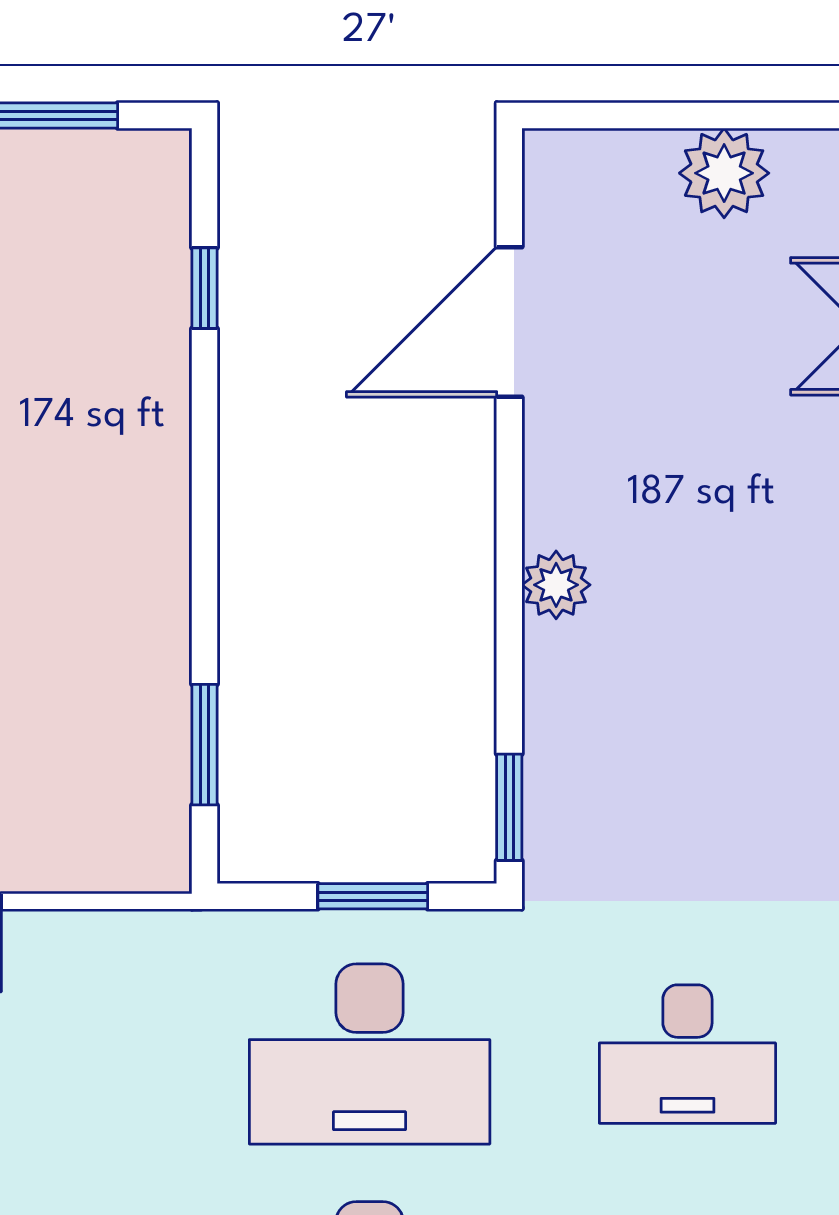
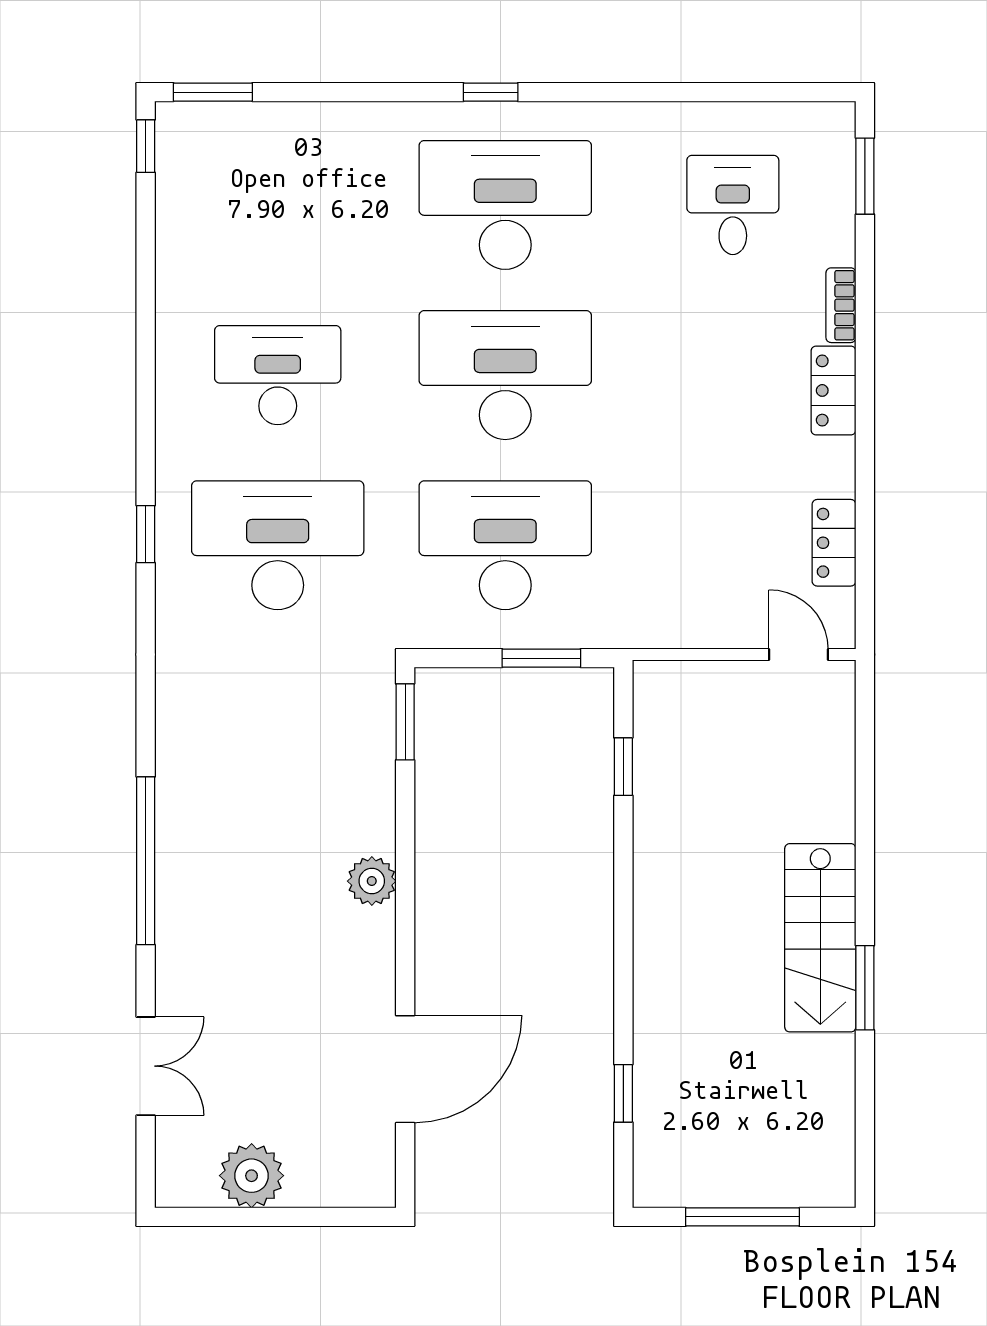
window: (205, 745) -> (623, 767), width x0.67
window: (373, 896) -> (541, 658), moved
desk: (687, 1054) -> (278, 545), width x1.36, depth x1.30

